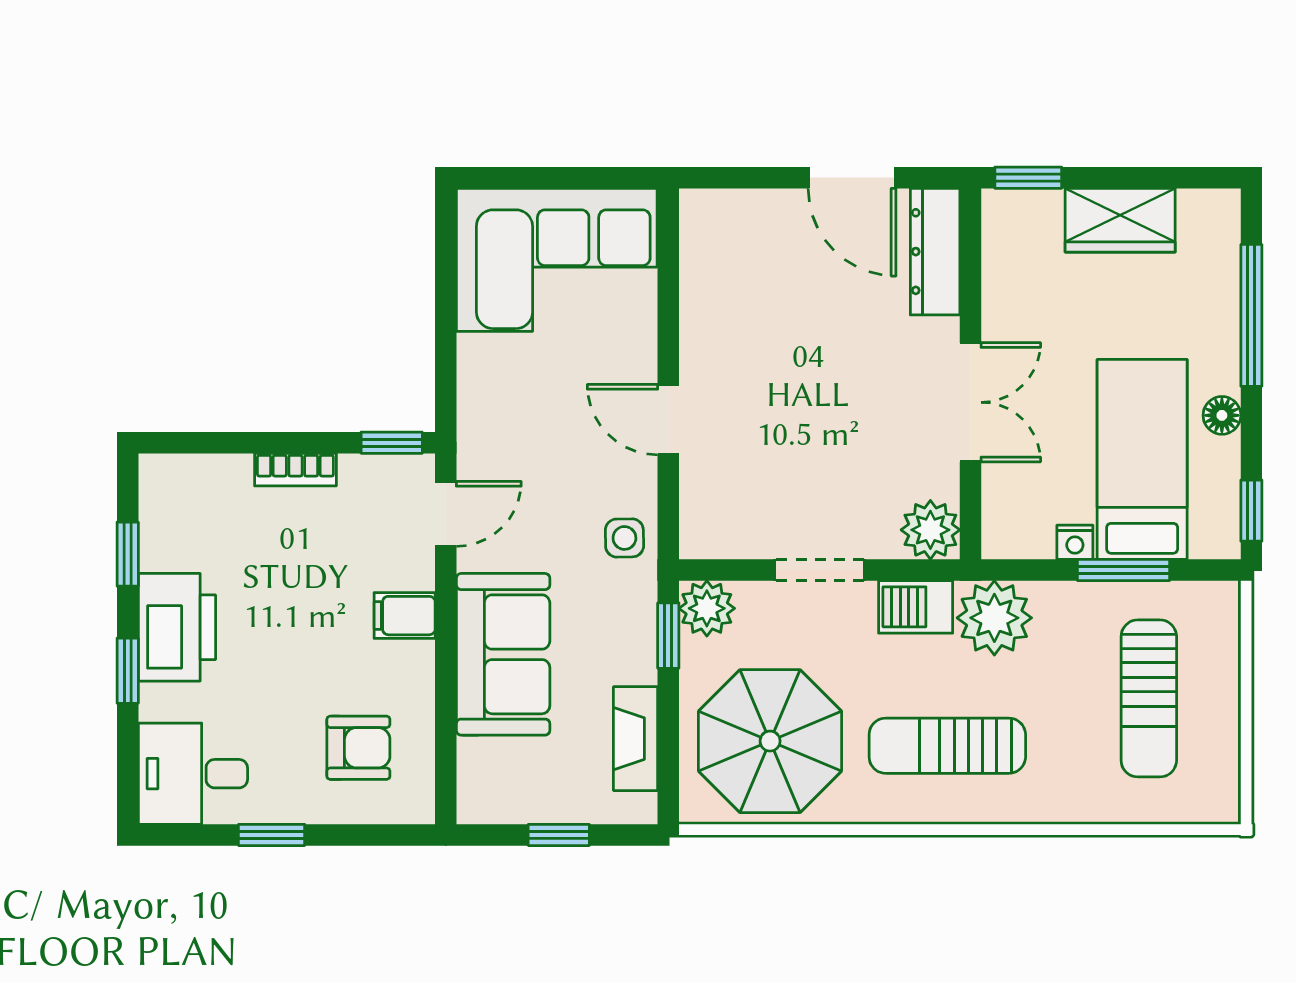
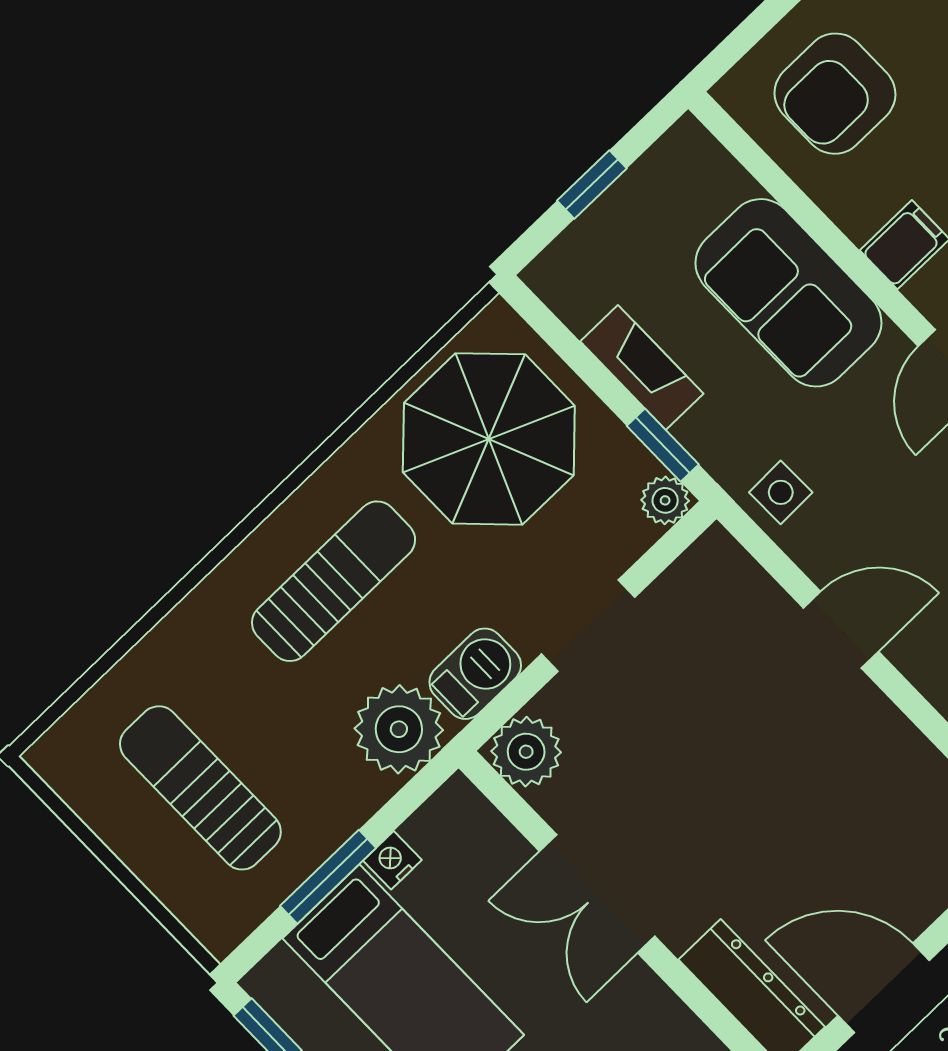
plant: (707, 608) -> (665, 500), width x0.73, depth x0.73
fireplace: (636, 739) -> (642, 368), moved
armchair: (358, 748) -> (835, 94), width x1.38, depth x1.38

